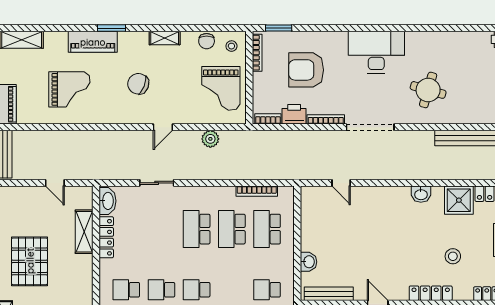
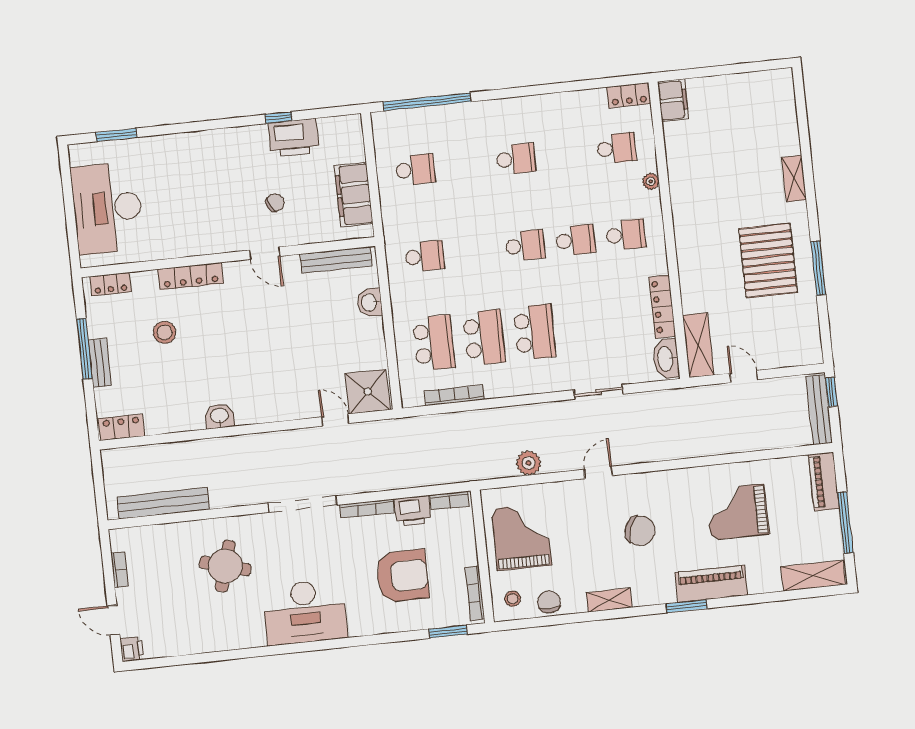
shower: (459, 200) -> (368, 392), moved
shelving: (84, 232) -> (698, 345), moved

